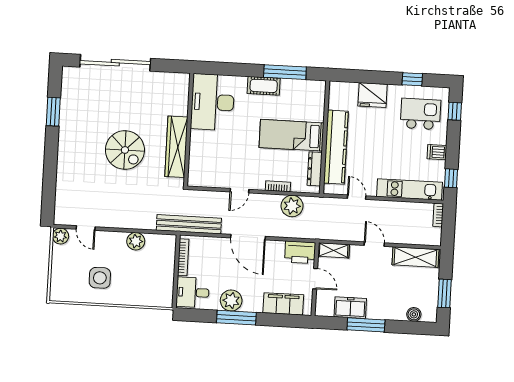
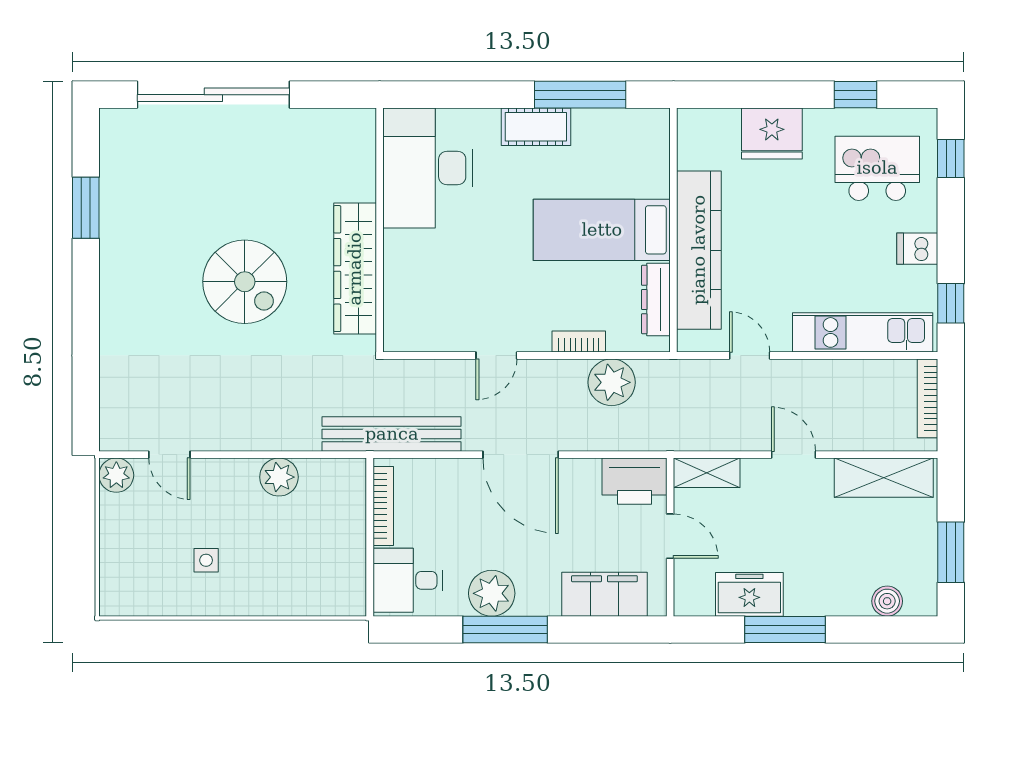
bookcase: (438, 215) -> (927, 398), width x1.56
side table: (100, 278) -> (206, 560), width x0.54, depth x0.54

